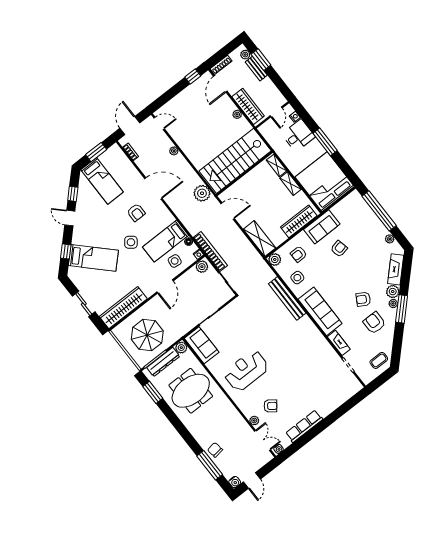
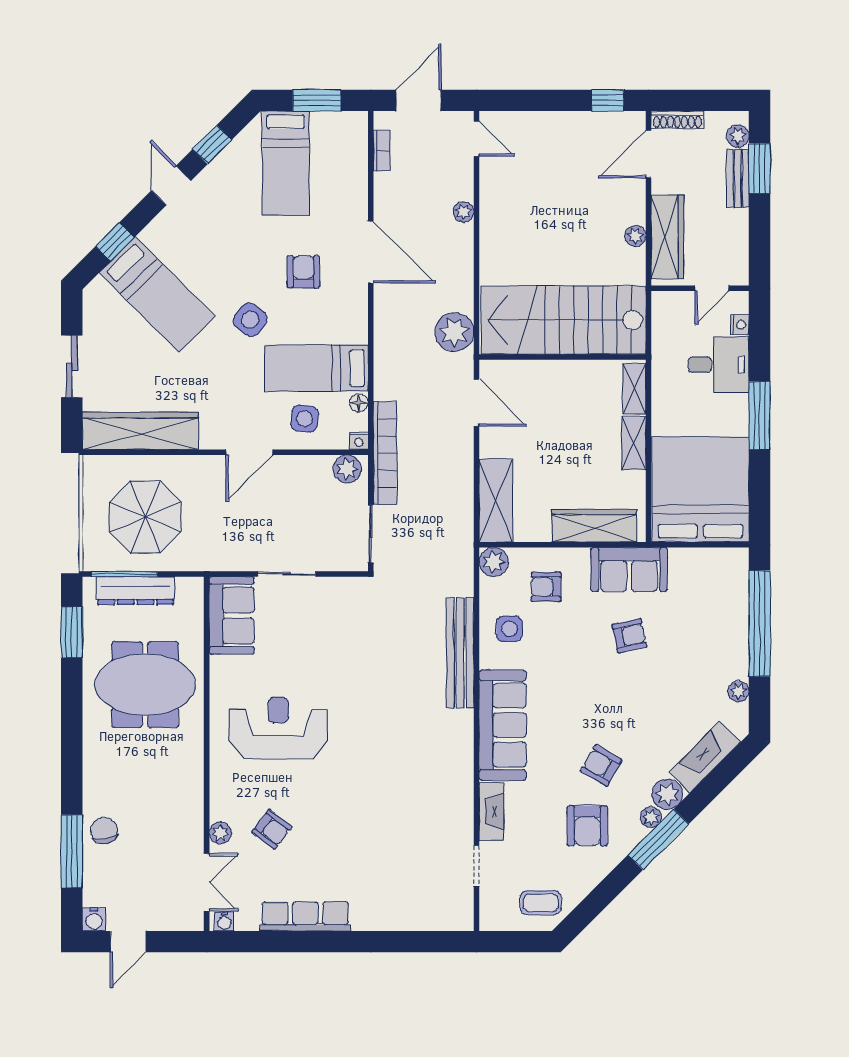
armchair: (136, 212) -> (303, 272), turned 180
armchair: (374, 323) -> (587, 826), turned 180
plant: (181, 348) -> (190, 590), removed

